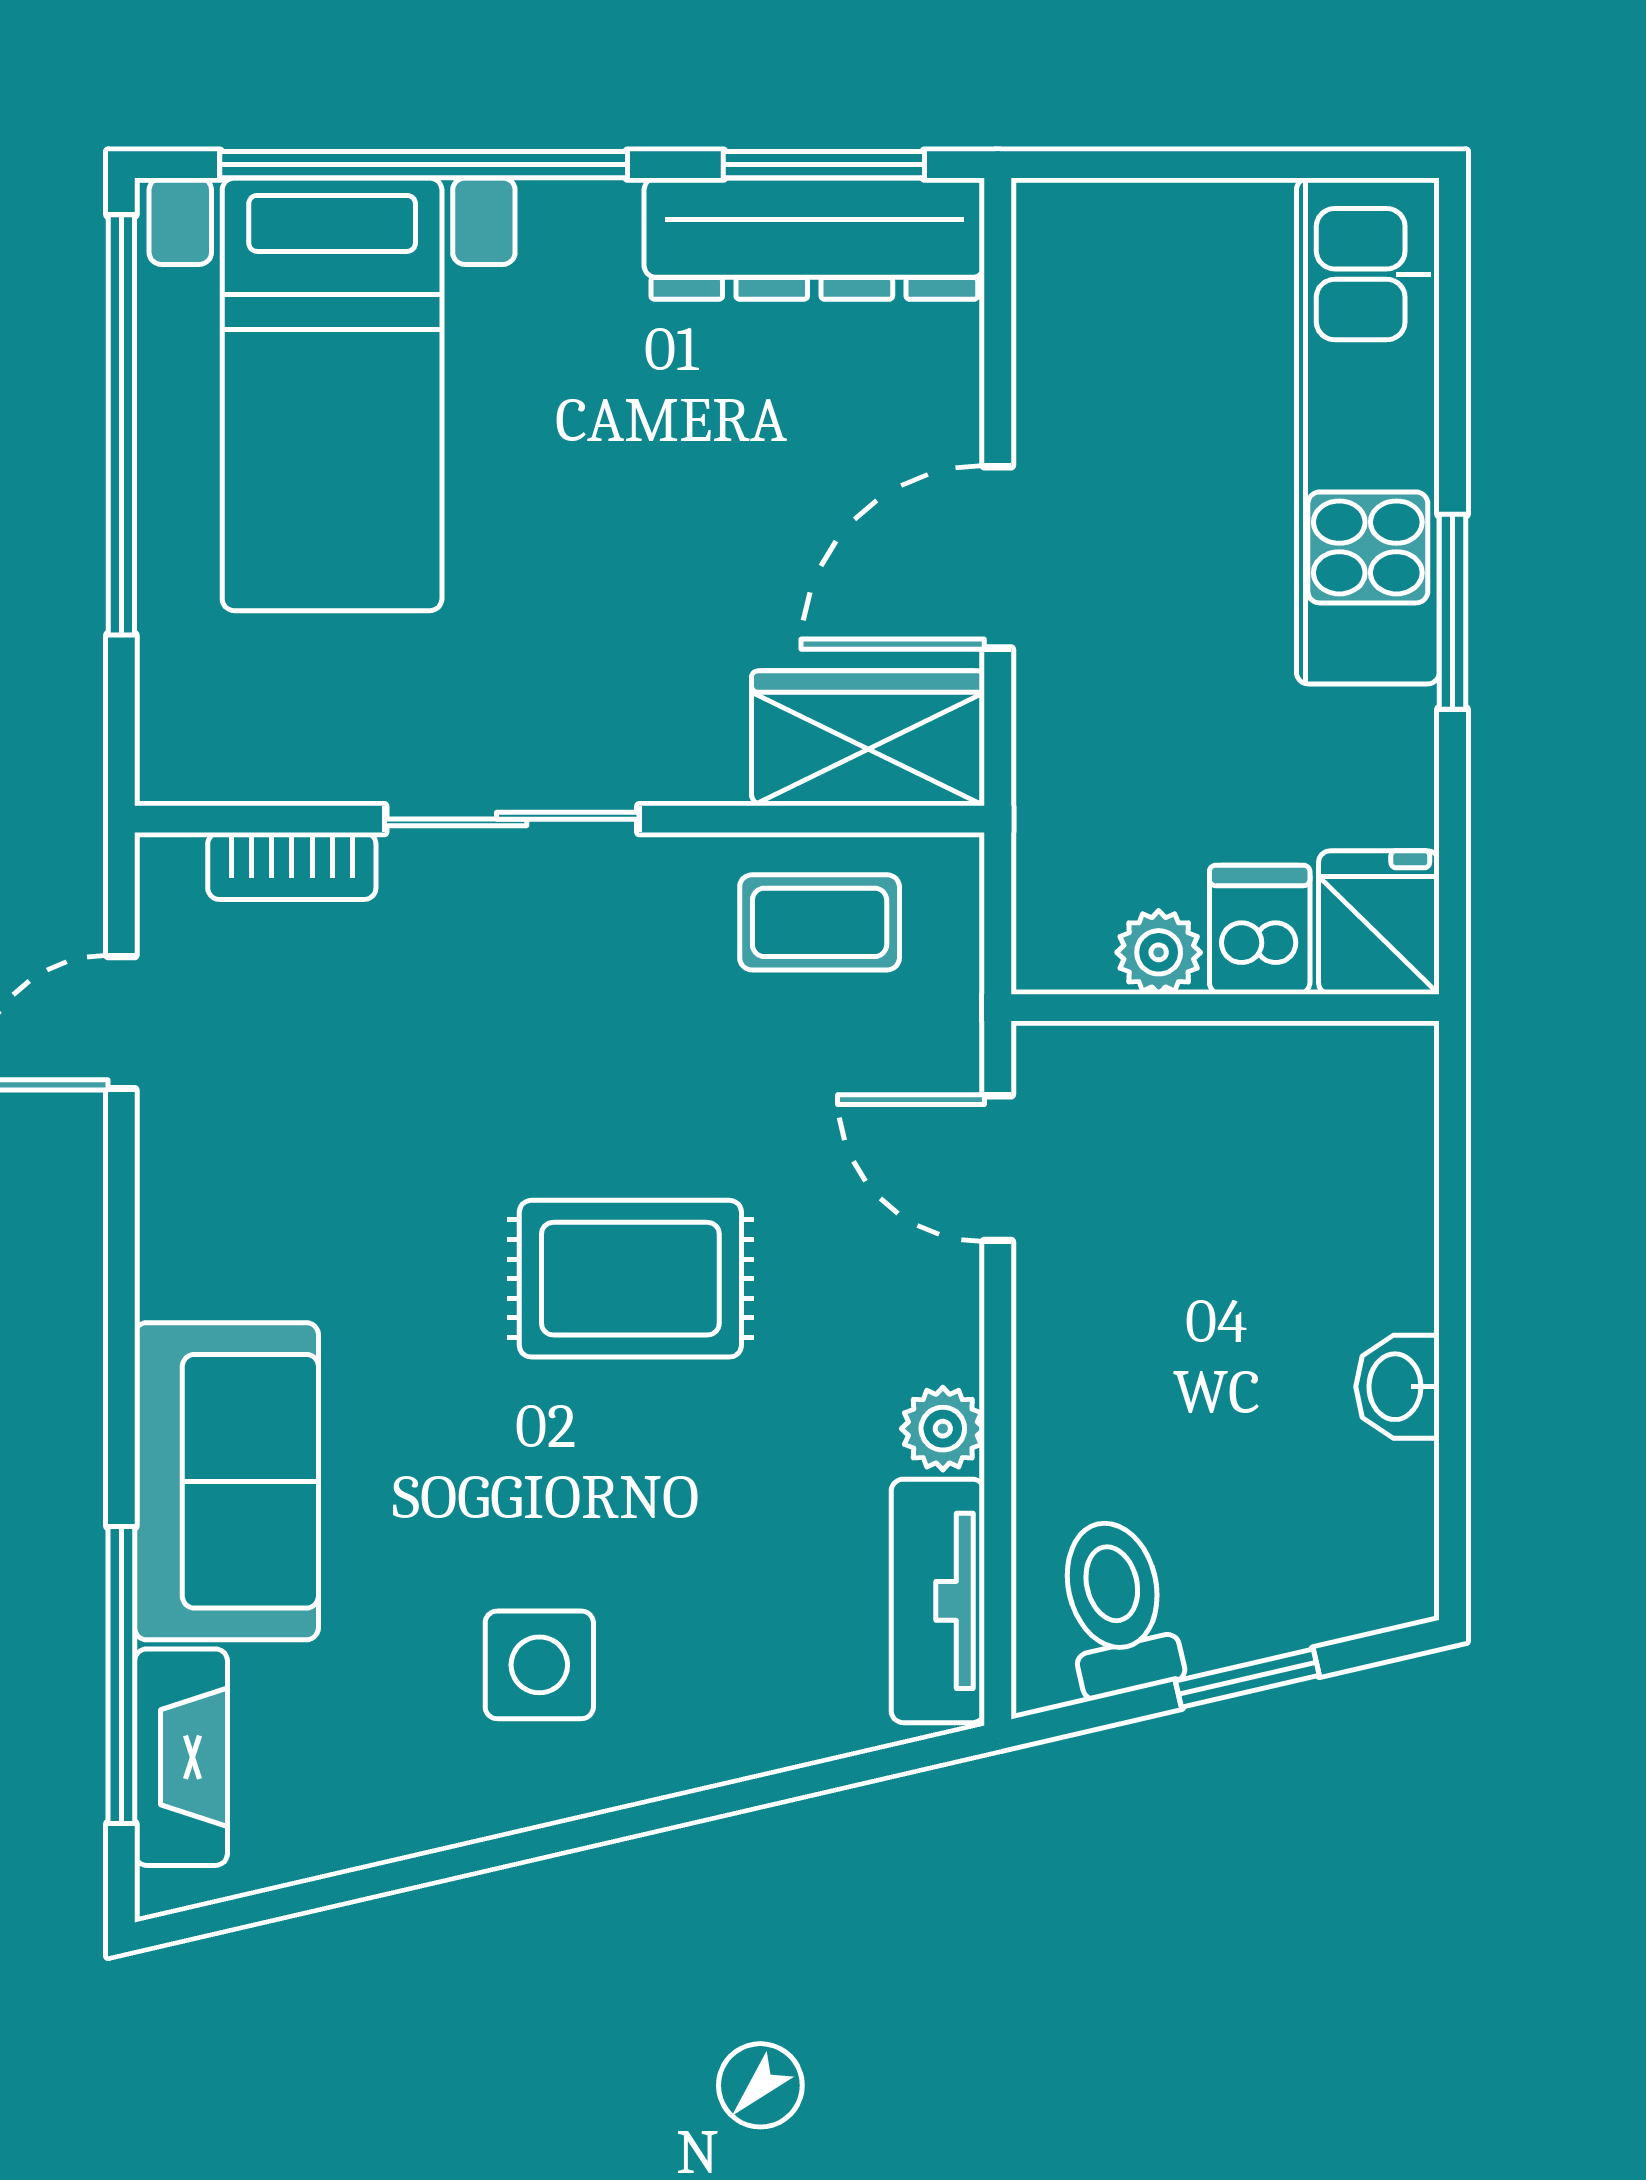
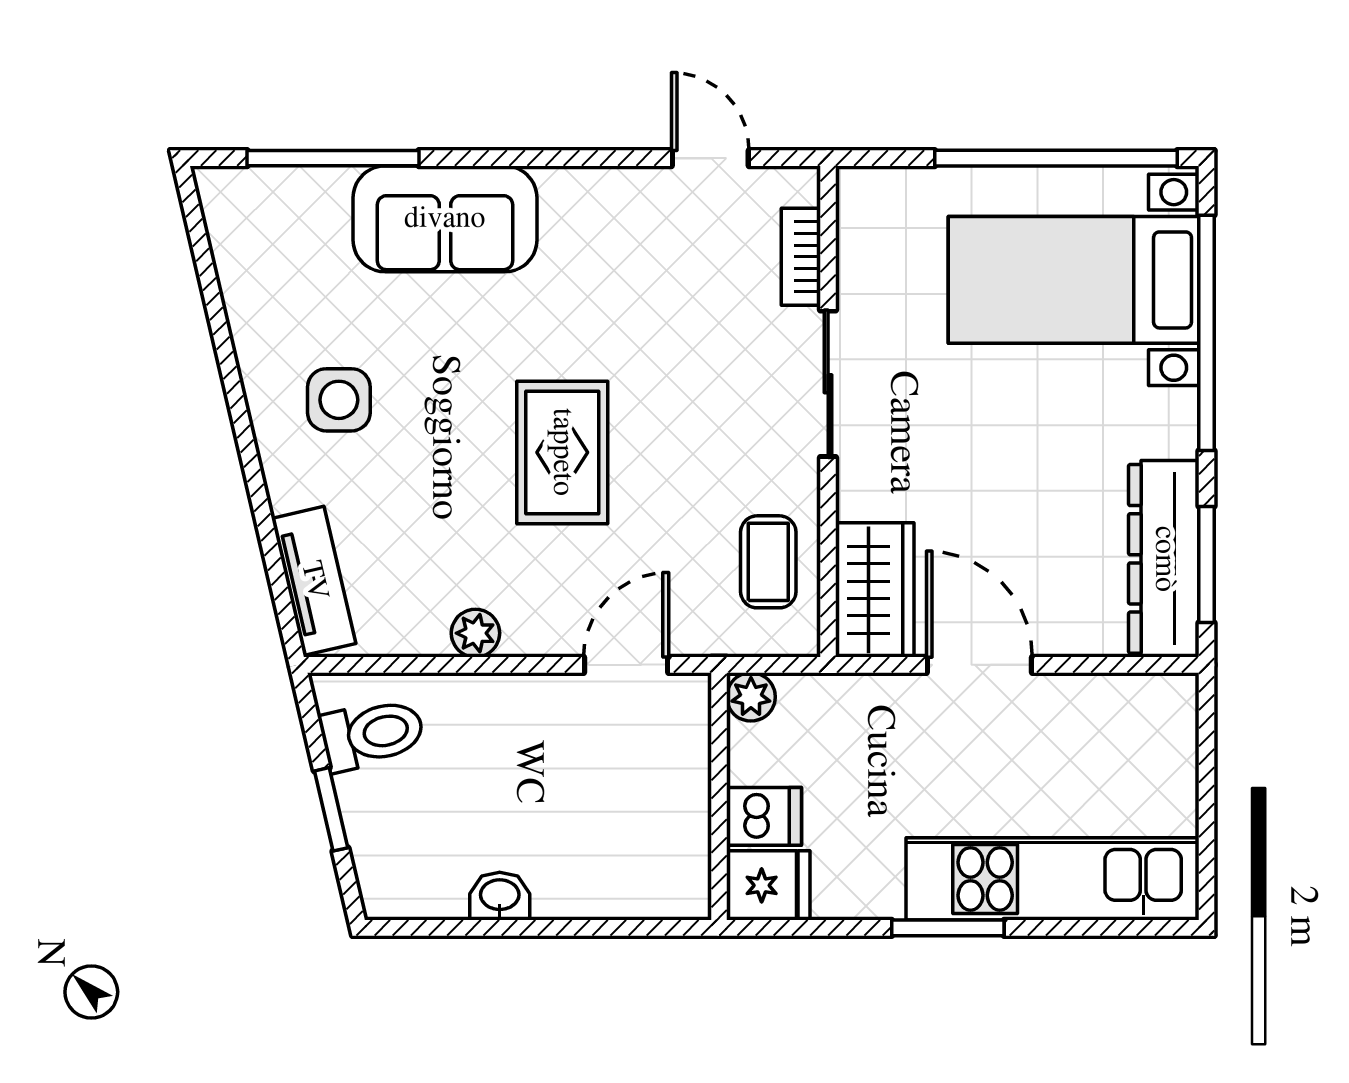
plant: (1159, 952) -> (751, 697), moved
tv unit: (938, 1601) -> (314, 581), moved, turned 77
fireplace: (181, 1757) -> (285, 193), removed

